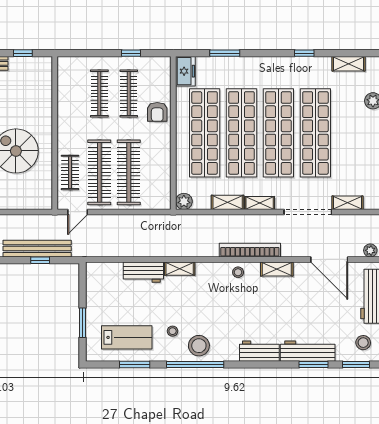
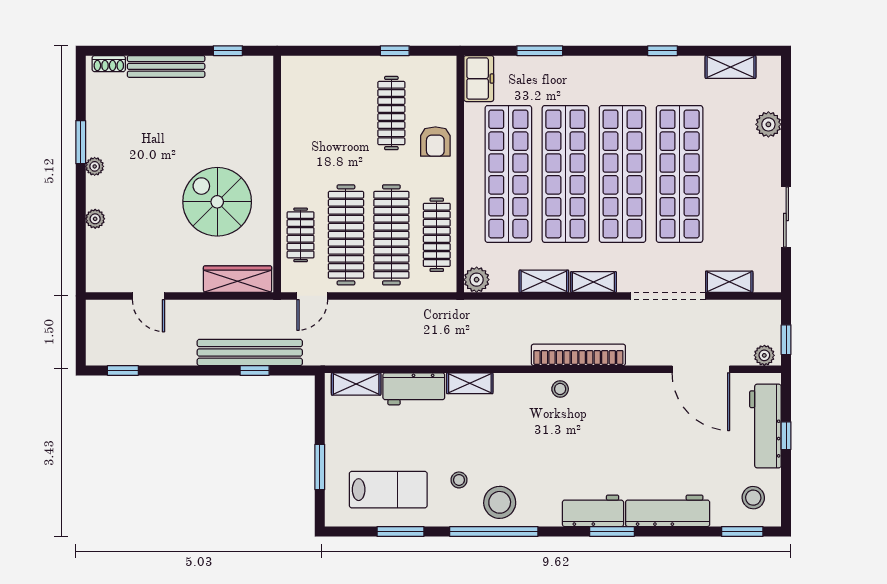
clothes rail: (99, 93) -> (437, 235), moved
wardrobe: (29, 201) -> (238, 279), added
shelving: (277, 269) -> (356, 384), moved
window: (314, 365) -> (612, 531), moved

